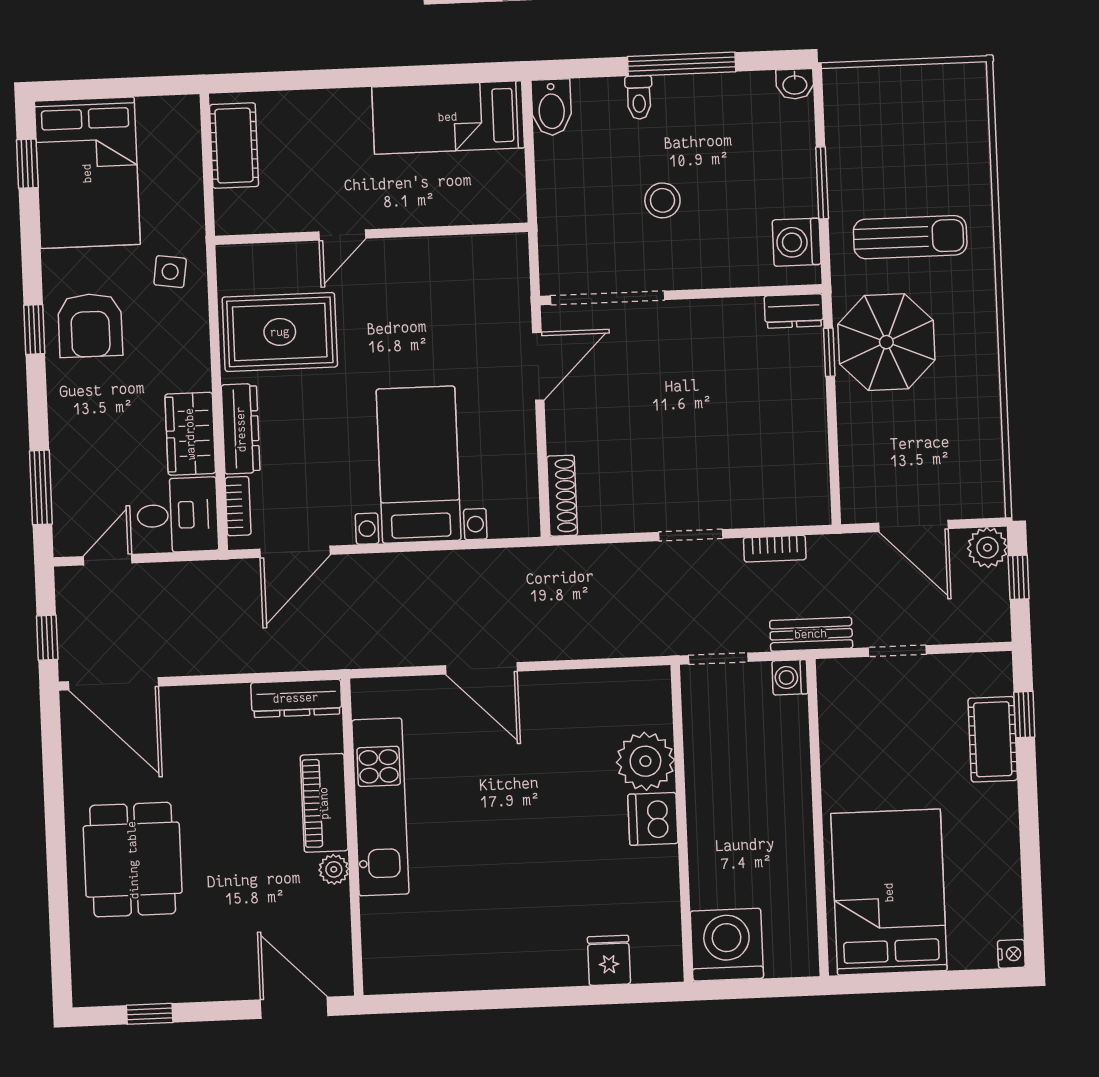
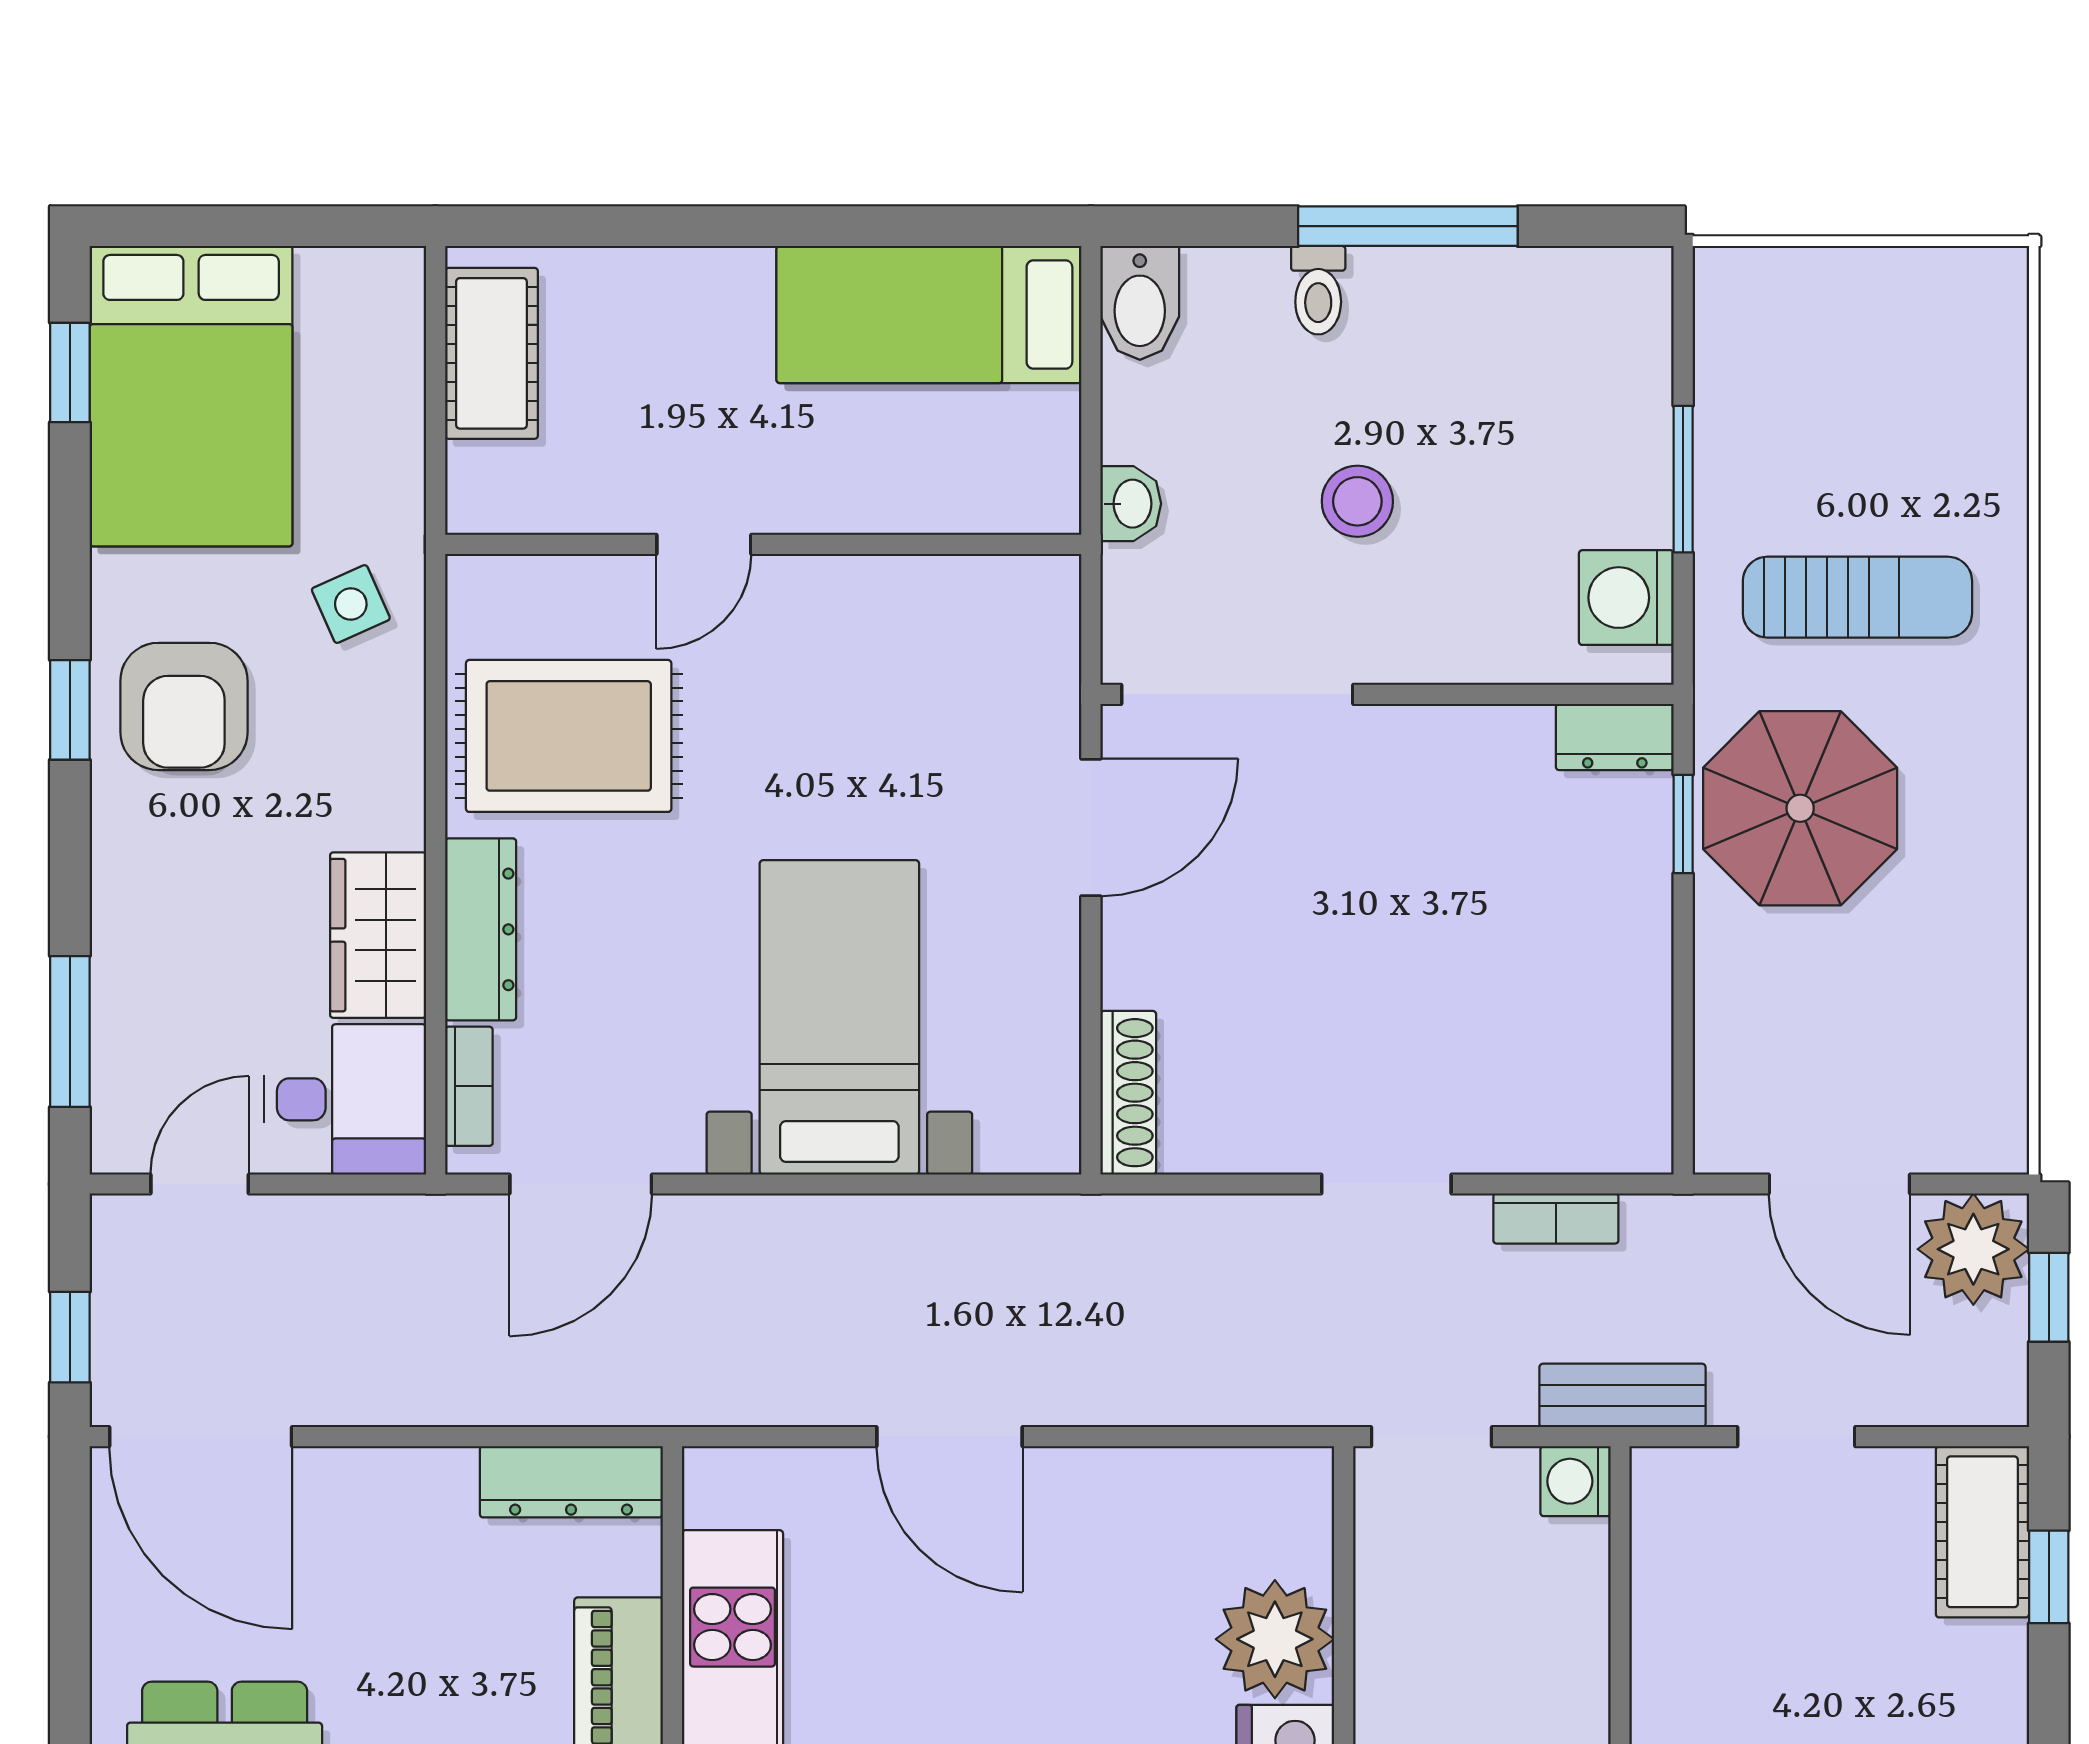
washbasin: (795, 84) -> (1131, 504), moved, turned -90
side table: (170, 272) -> (351, 604), turned -32
plant: (988, 548) -> (1973, 1249), width x1.36, depth x1.36
cot: (993, 739) -> (1982, 1532), moved

